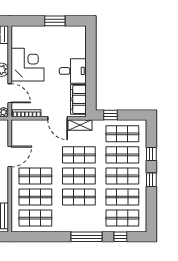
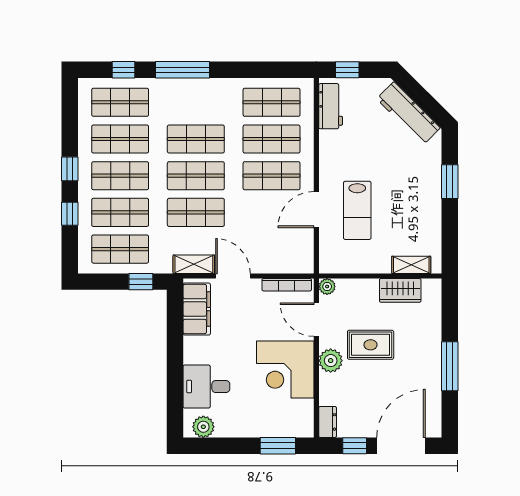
window: (55, 21) -> (278, 446), moved
plant: (75, 32) -> (203, 427), added
desk: (73, 71) -> (206, 387), moved

